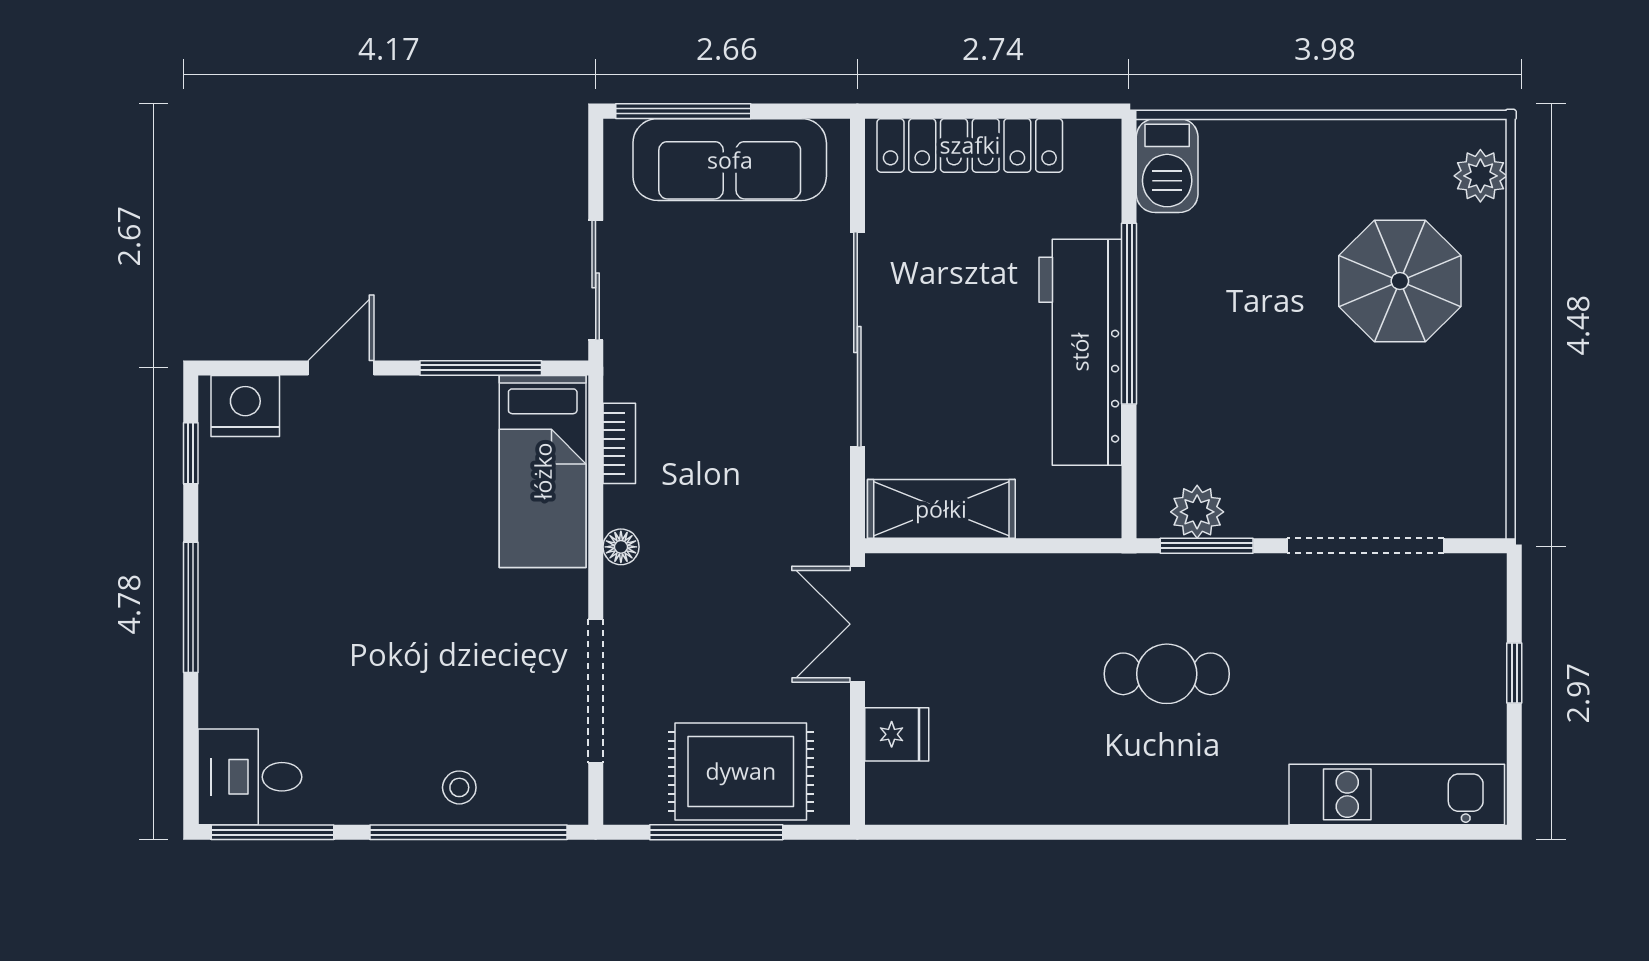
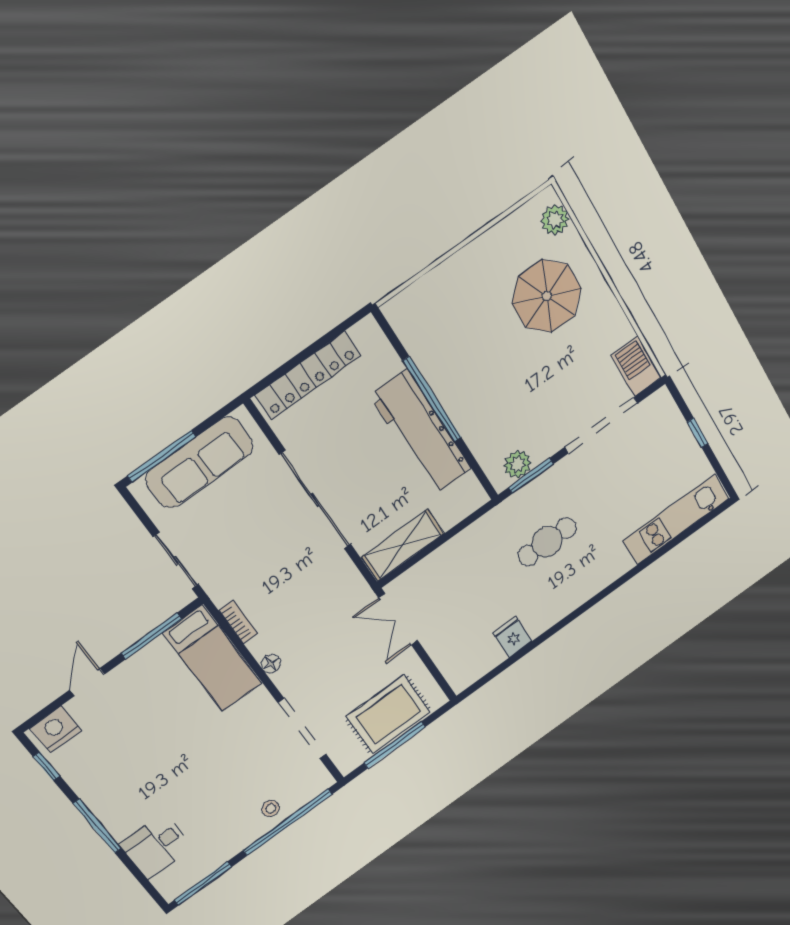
barbecue: (1167, 166) -> (636, 366), moved, turned 180
fridge: (897, 734) -> (512, 637), moved, turned -90
desk: (250, 777) -> (156, 846), moved

